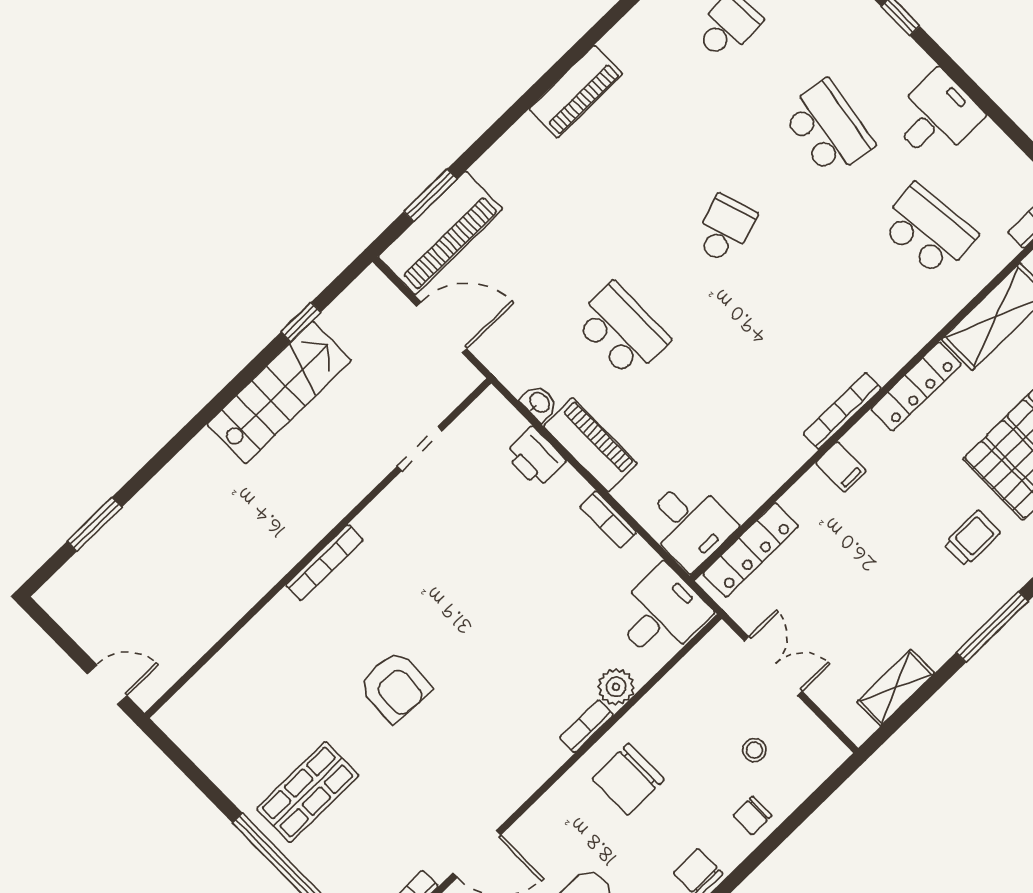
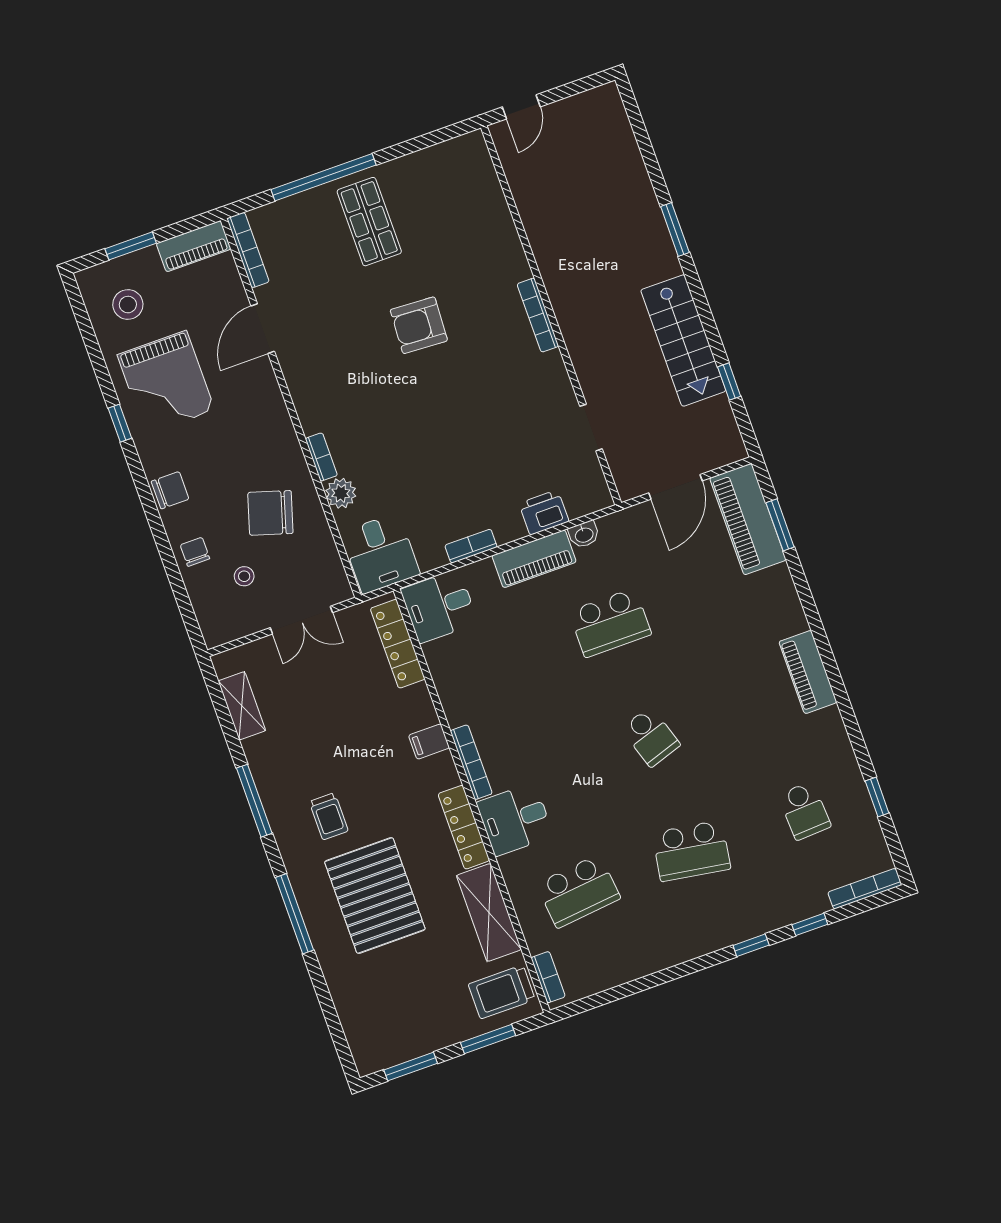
desk: (936, 117) -> (515, 819), moved, turned 90
window: (94, 524) -> (675, 230), moved
chair: (628, 779) -> (270, 513), moved, turned -73

